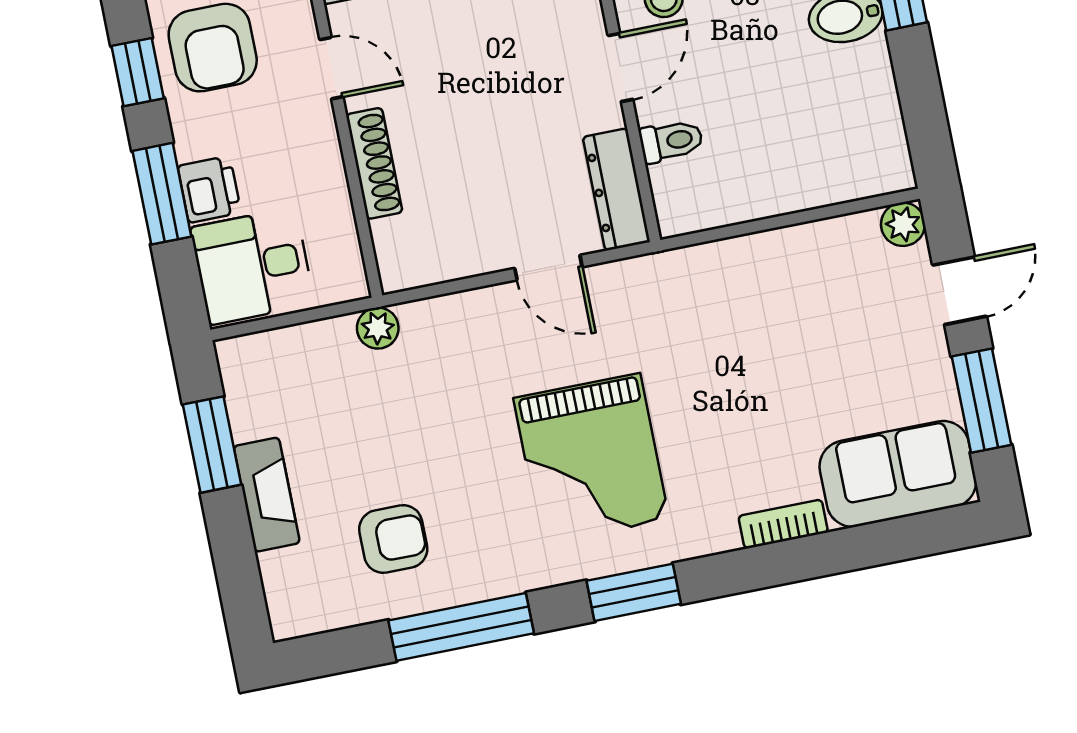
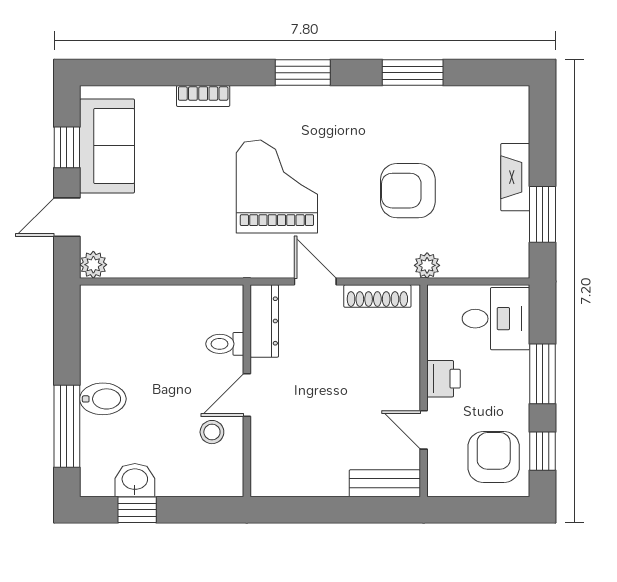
shoe rack: (374, 163) -> (377, 296), moved, turned -90
printer: (209, 189) -> (443, 379), moved, turned 180
window: (981, 401) -> (67, 147), width x0.67
grand piano: (591, 459) -> (277, 187), moved
sofa: (898, 474) -> (107, 146), moved, turned -90
armchair: (393, 539) -> (408, 191), moved, width x1.38, depth x1.38
window: (461, 627) -> (413, 73), width x0.69

